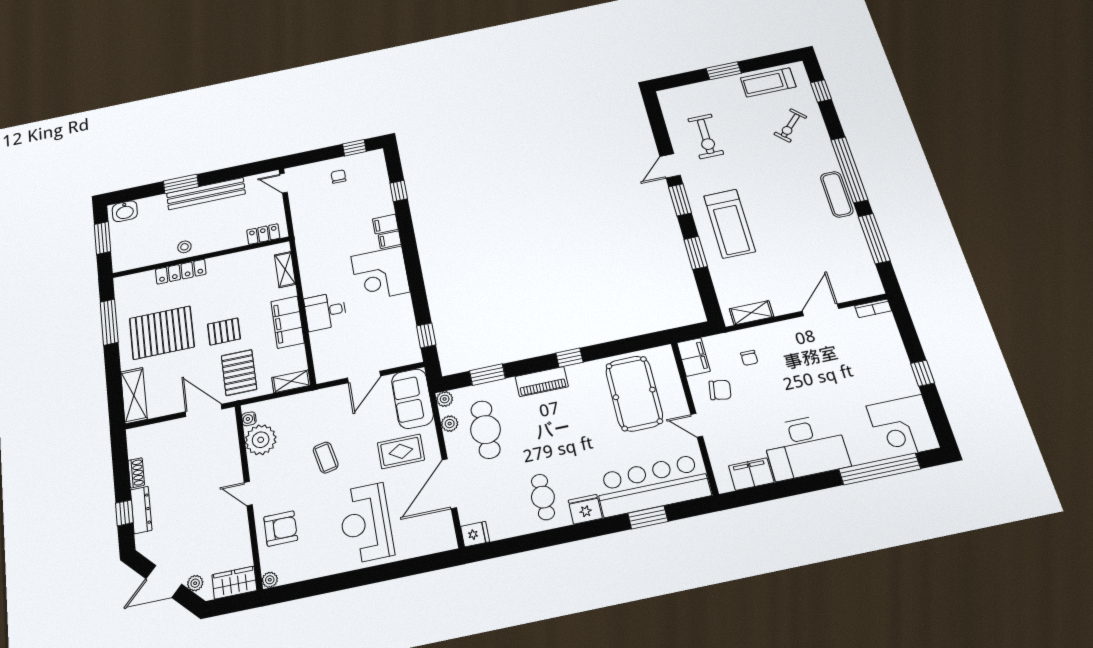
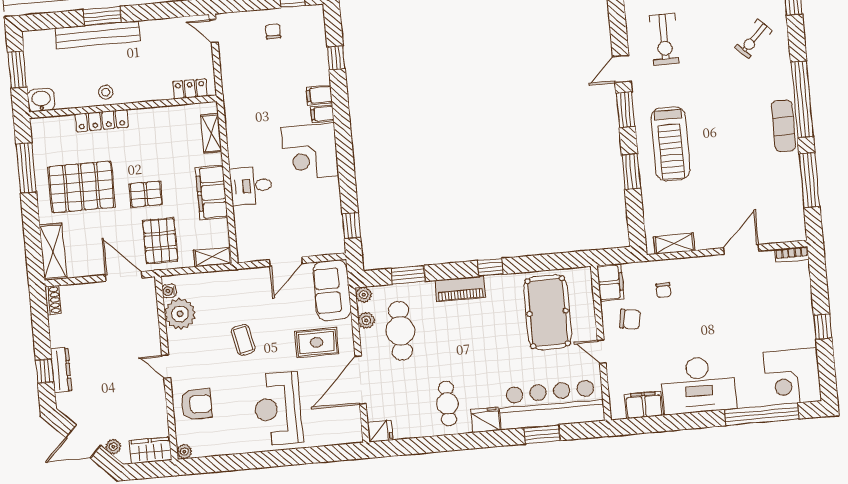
bench: (206, 194) -> (98, 35), moved
washbasin: (125, 211) -> (41, 100), moved, turned 180
shoe rack: (136, 473) -> (53, 300), moved

